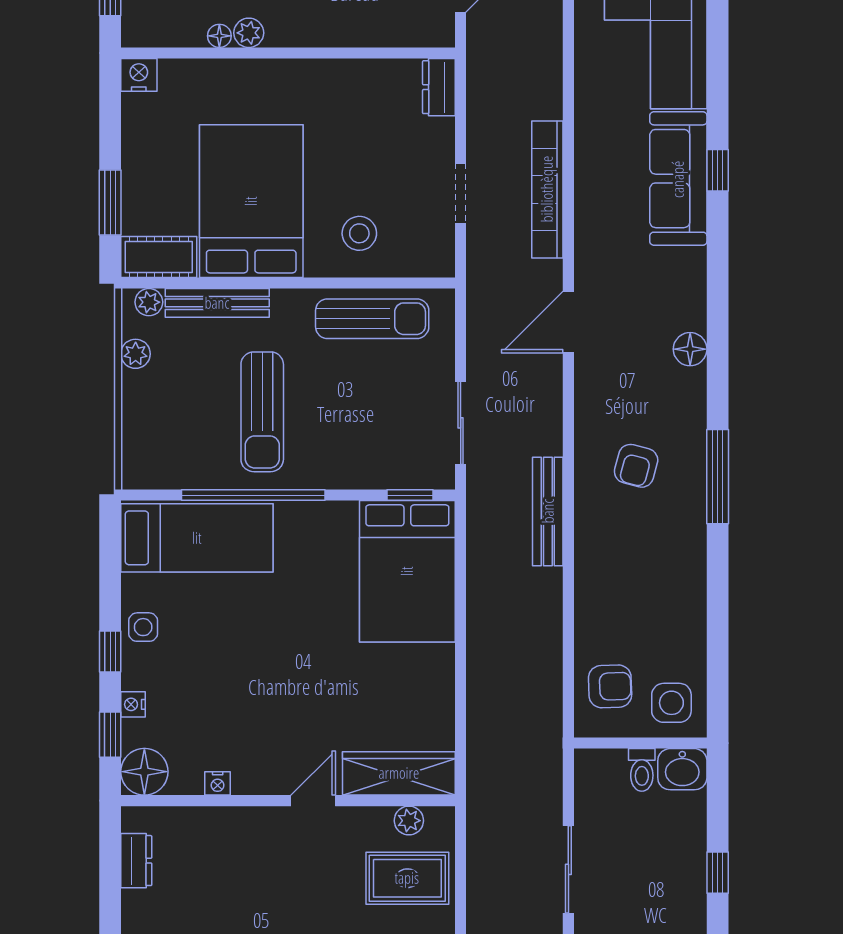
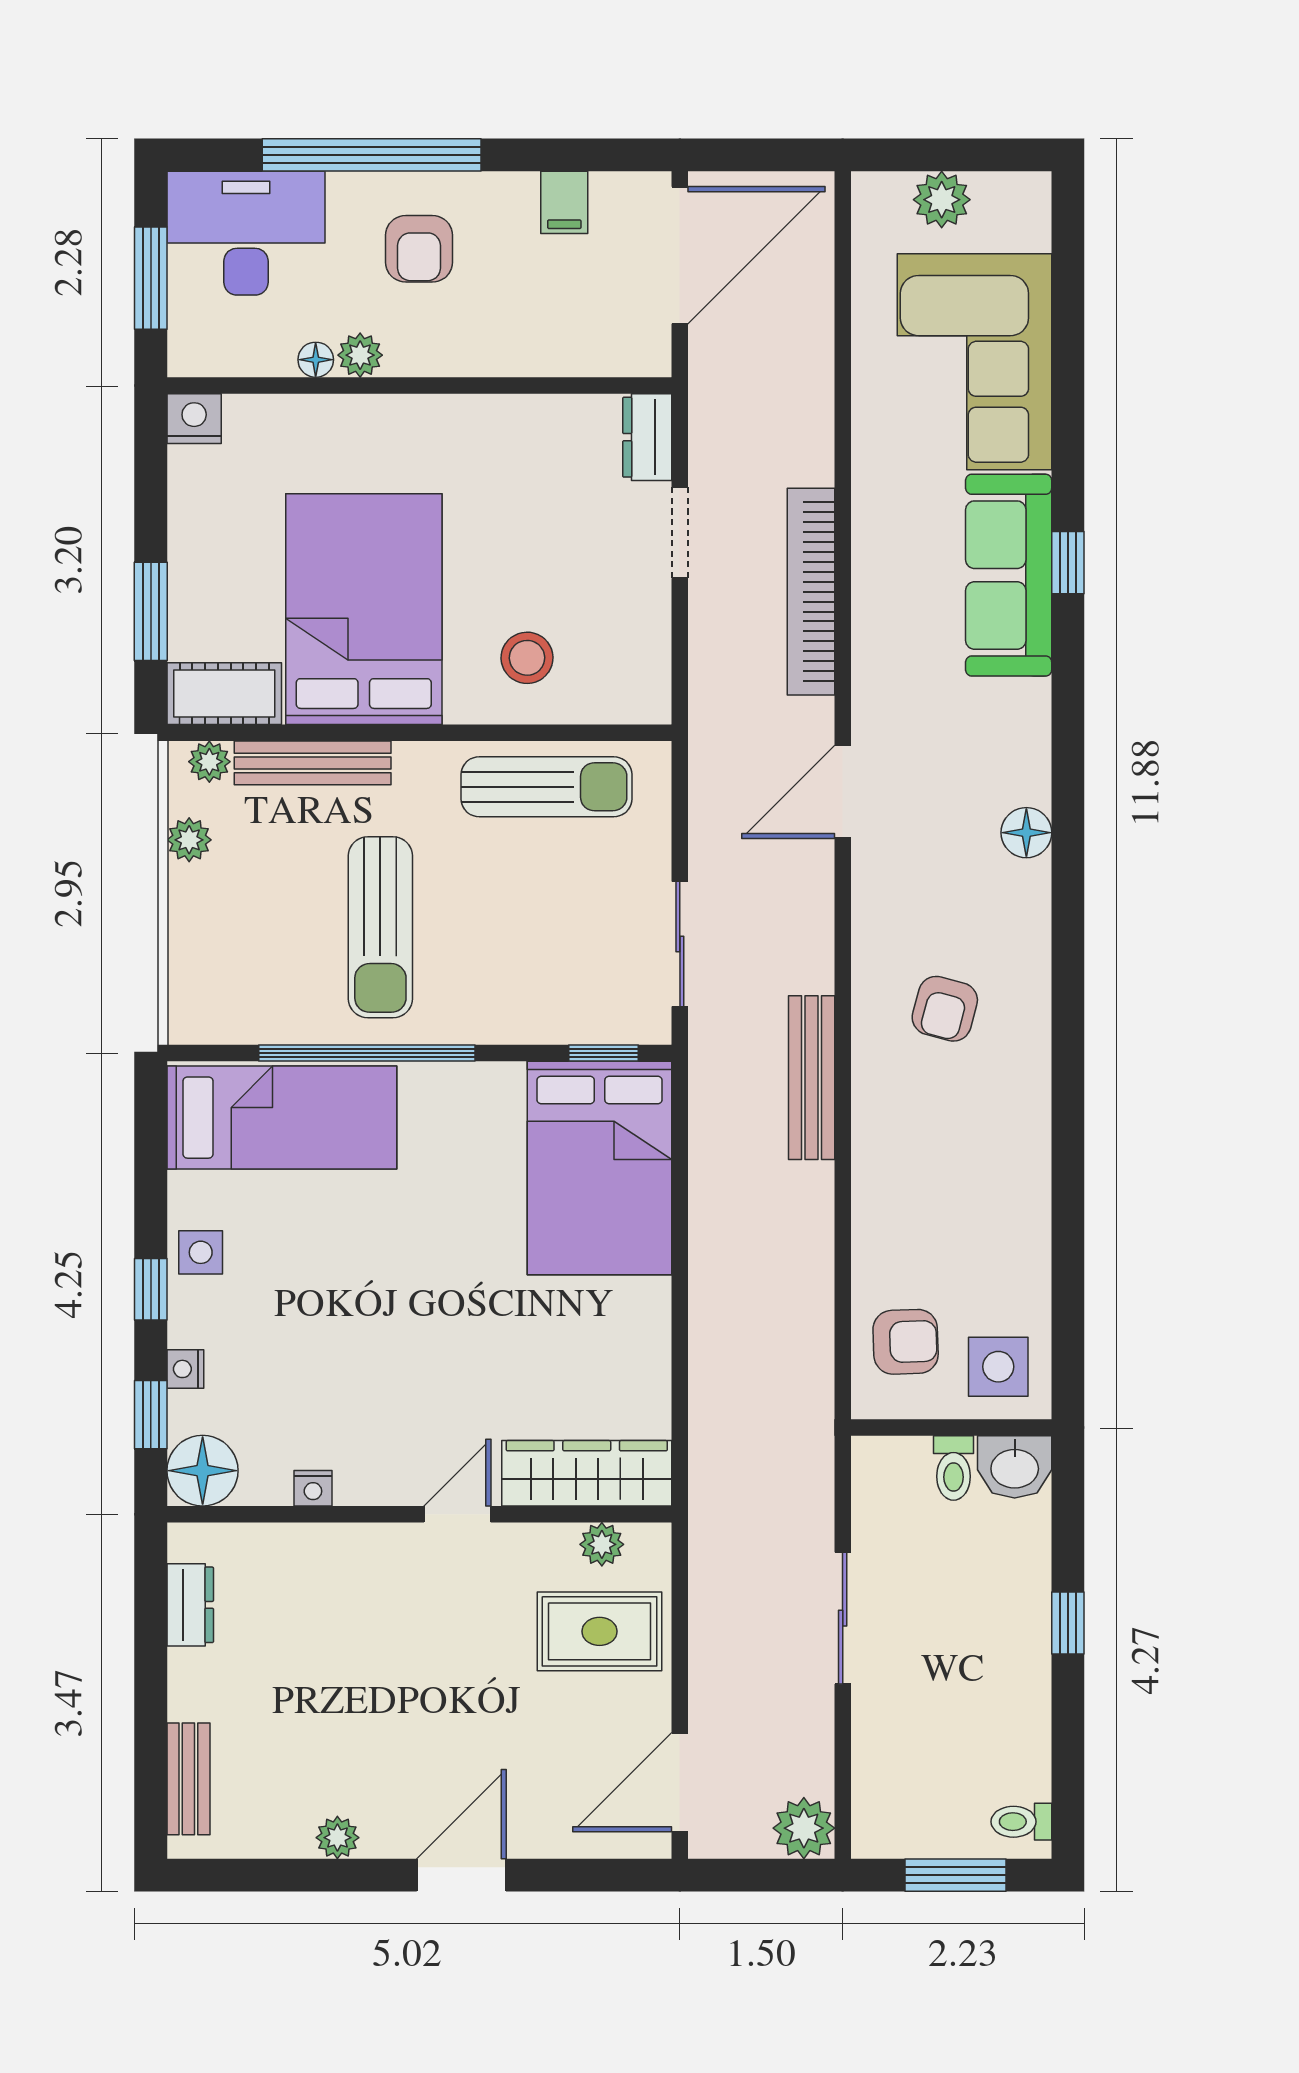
doorway: (461, 193) -> (680, 533), moved
window: (718, 477) -> (1068, 1025), removed

